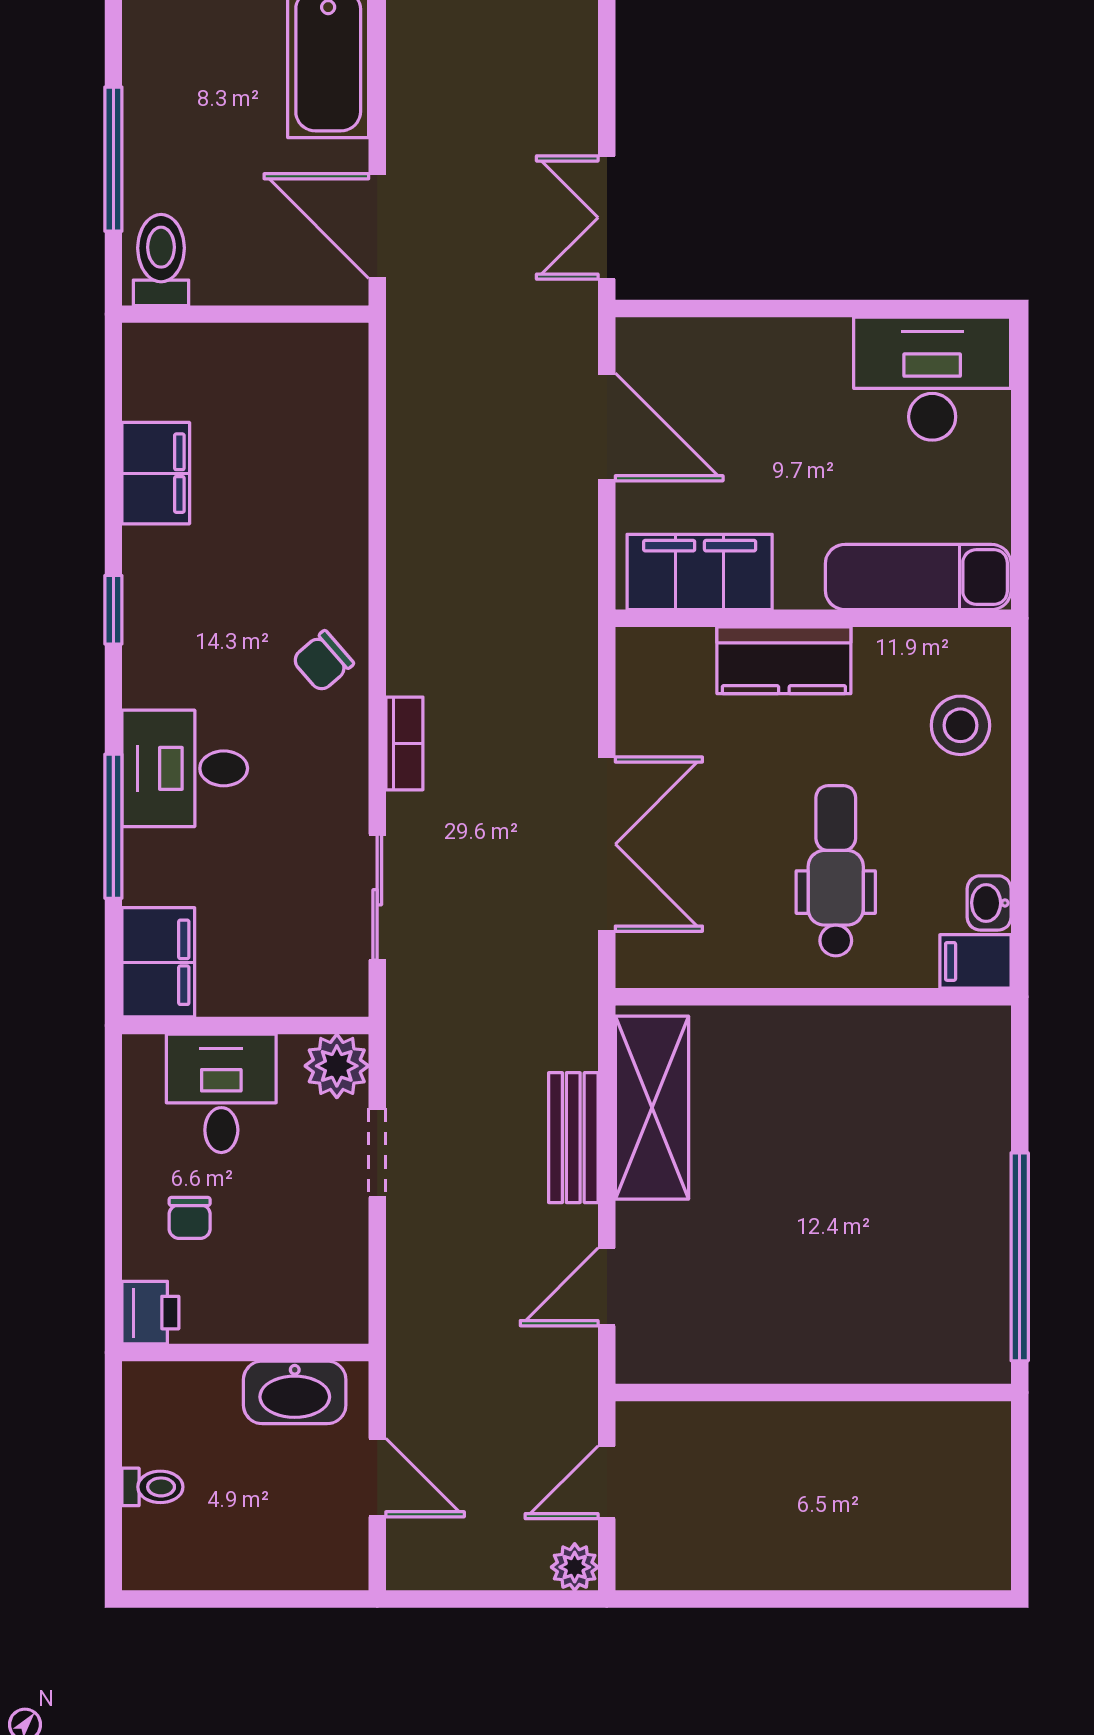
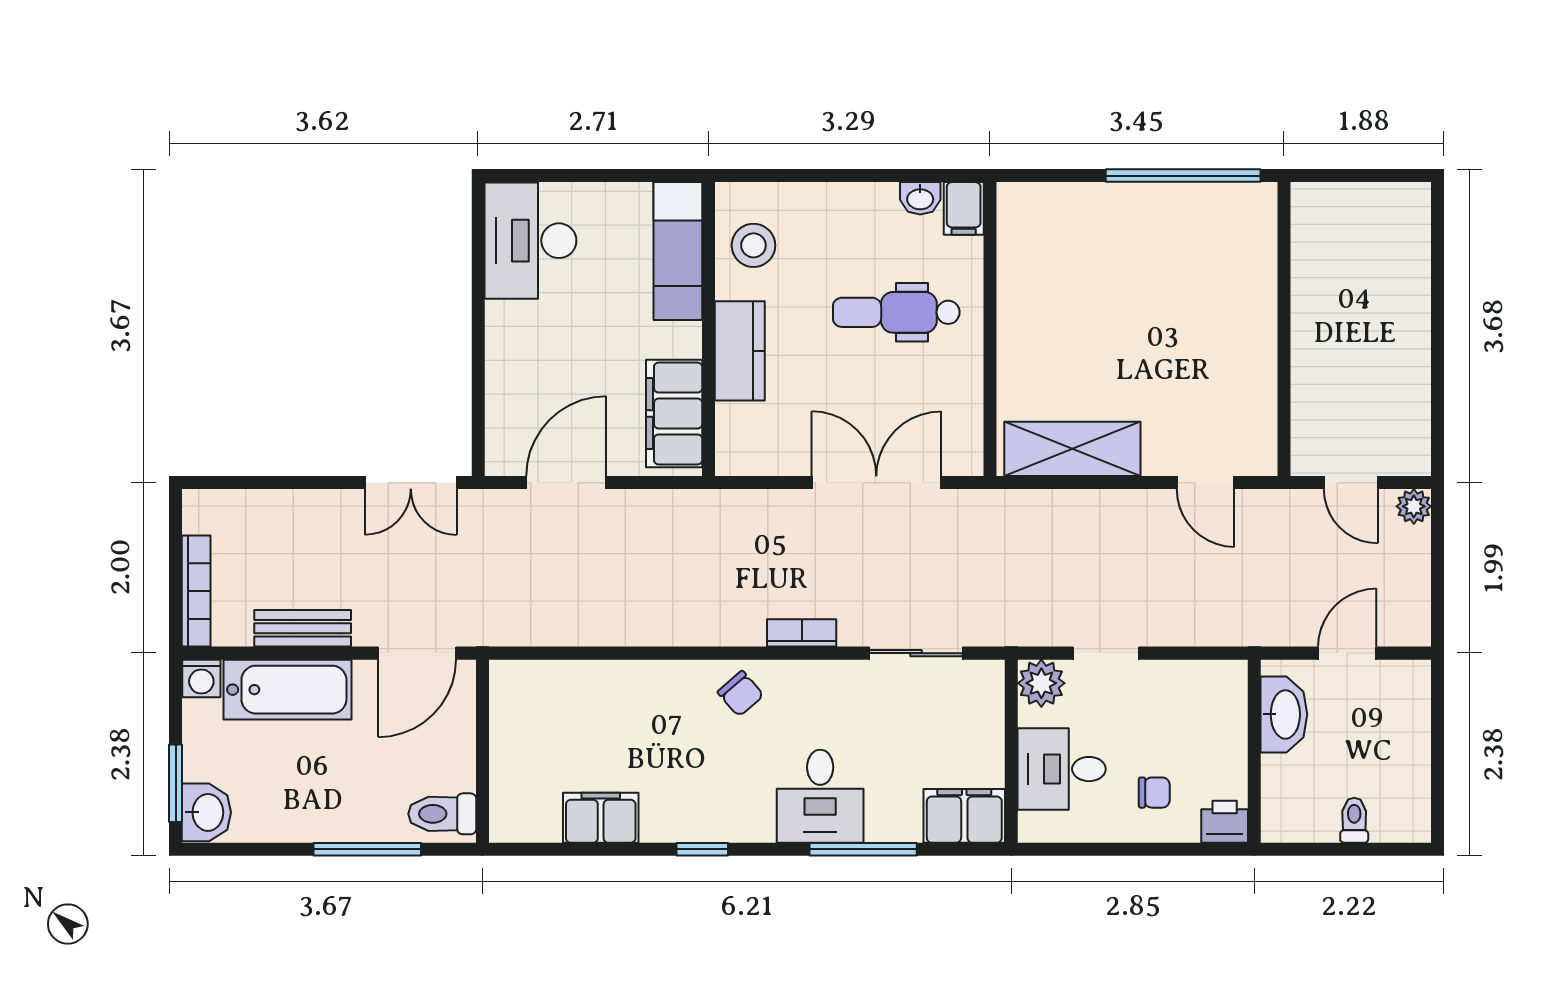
stool: (960, 725) -> (753, 245), moved
bench: (573, 1138) -> (303, 628), moved

